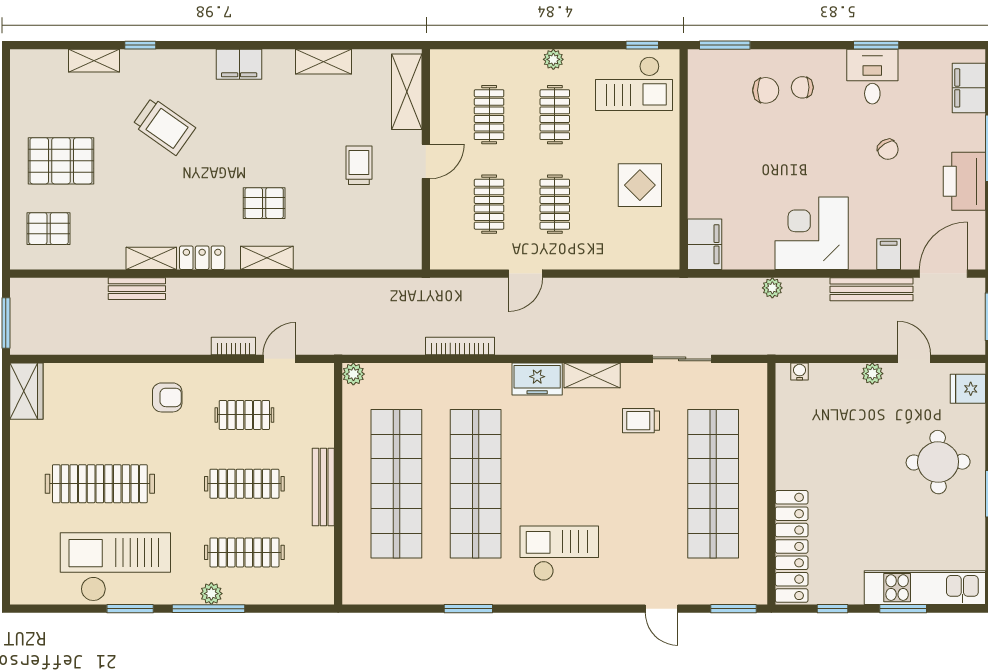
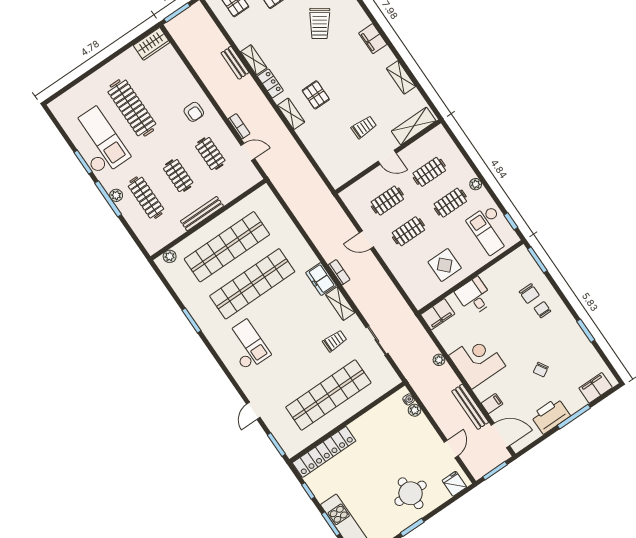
desk: (872, 77) -> (474, 296), moved, turned -90
bookcase: (460, 346) -> (339, 272), moved, width x0.64
plant: (353, 374) -> (170, 256), moved
plant: (872, 374) -> (414, 410), moved
trolley: (641, 421) -> (335, 341), turned 90
clothes rail: (244, 484) -> (178, 176), width x0.73

